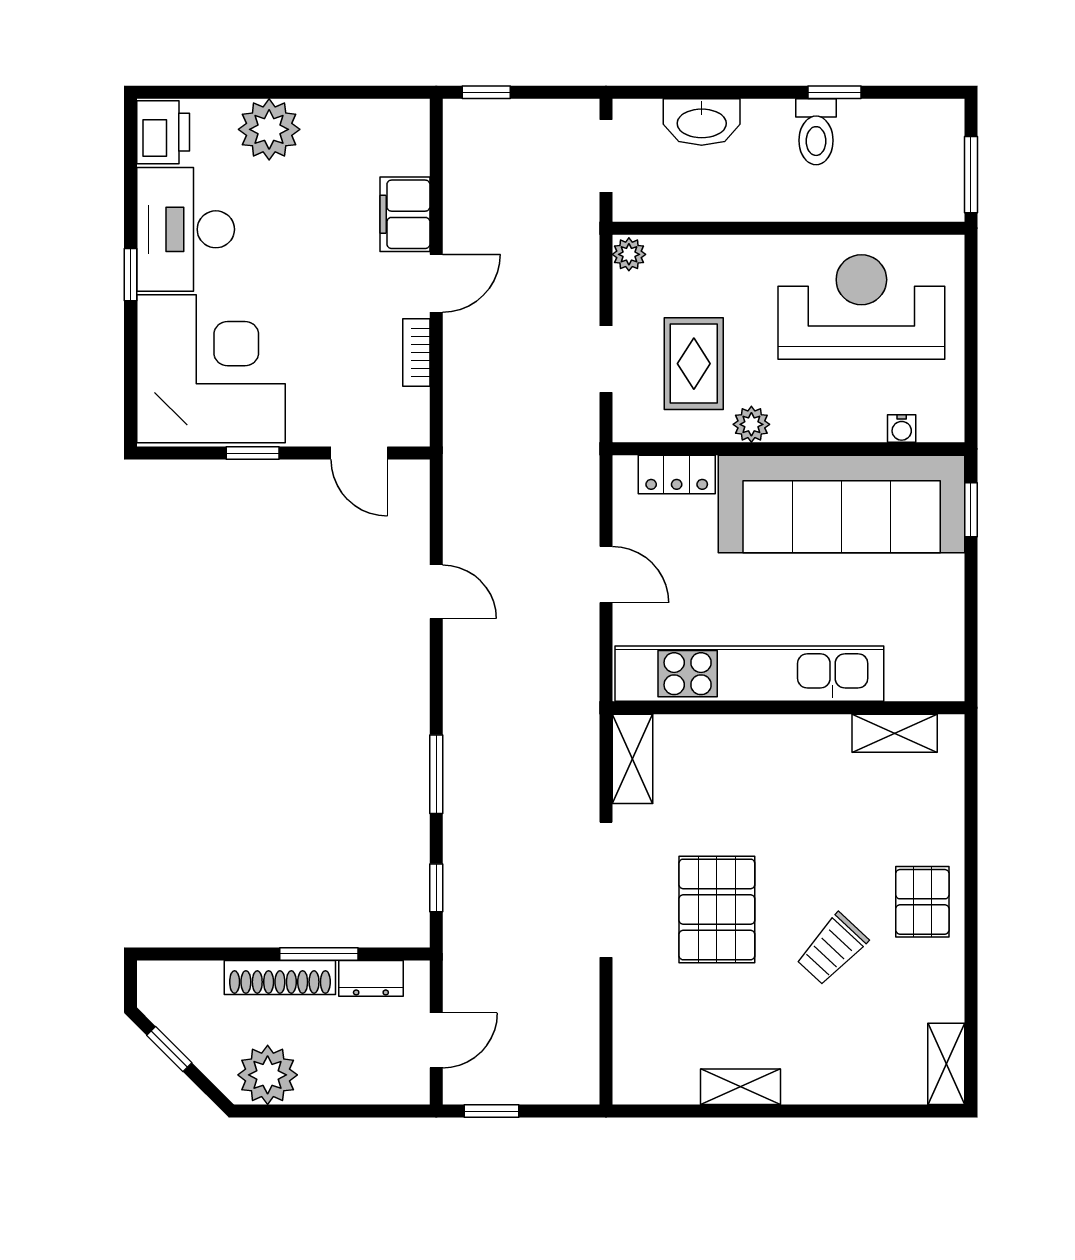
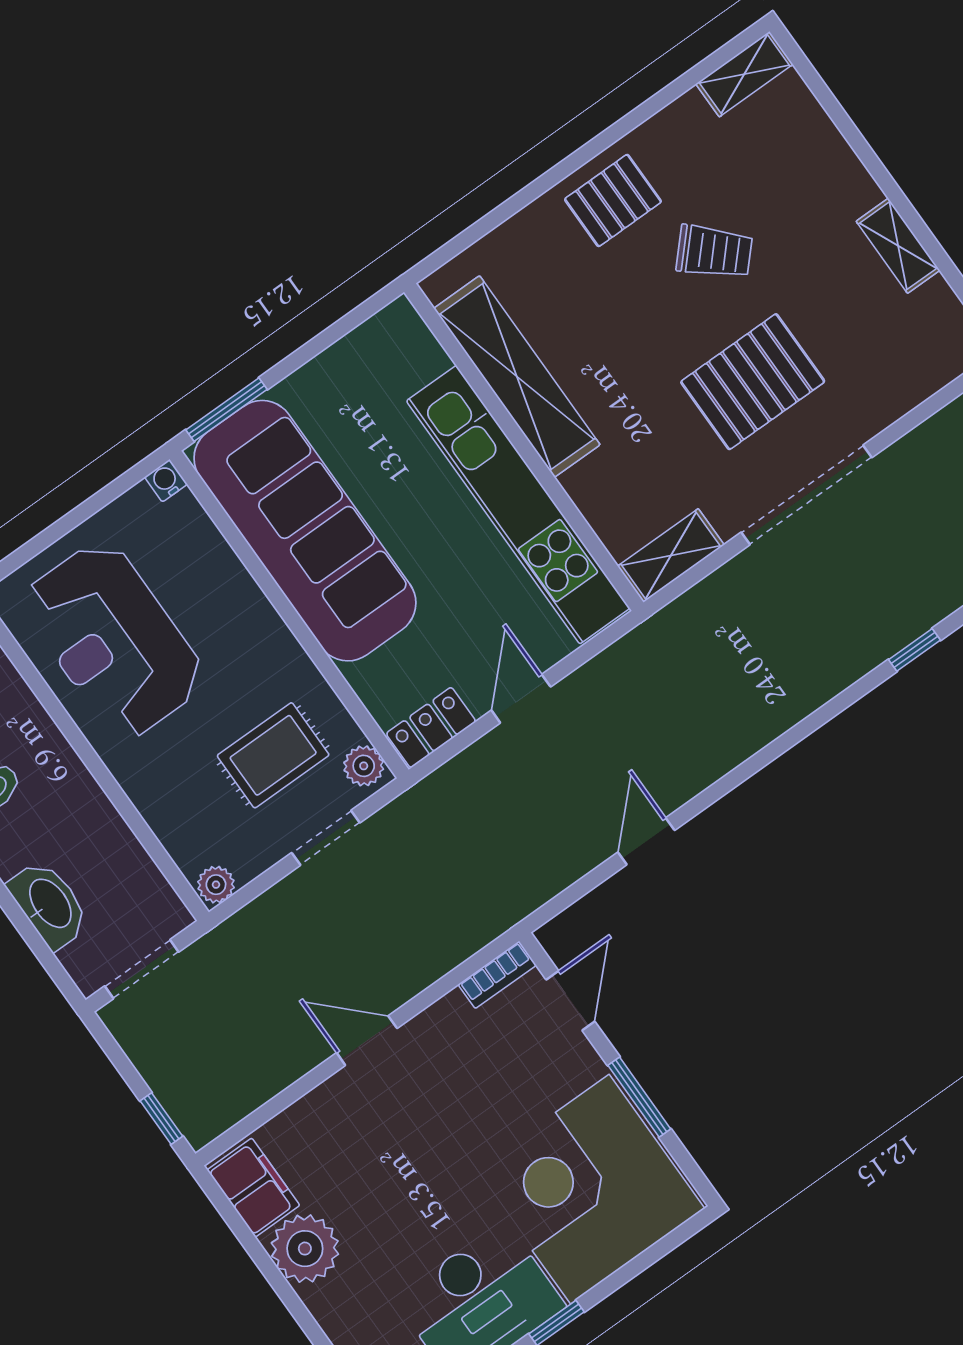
plant: (269, 129) -> (305, 1249), moved
filing cabinet: (405, 214) -> (253, 1188), moved, turned -90
bookcase: (416, 353) -> (497, 975), moved
plant: (751, 424) -> (364, 766), moved
water cooler: (902, 429) -> (166, 481), moved, turned -90
window: (253, 453) -> (639, 1097), width x1.50
locker: (677, 475) -> (431, 728), moved, turned -90
window: (971, 510) -> (226, 410), width x1.50
shelving: (895, 733) -> (517, 377), width x2.20, depth x1.33
window: (436, 774) -> (811, 723), removed

